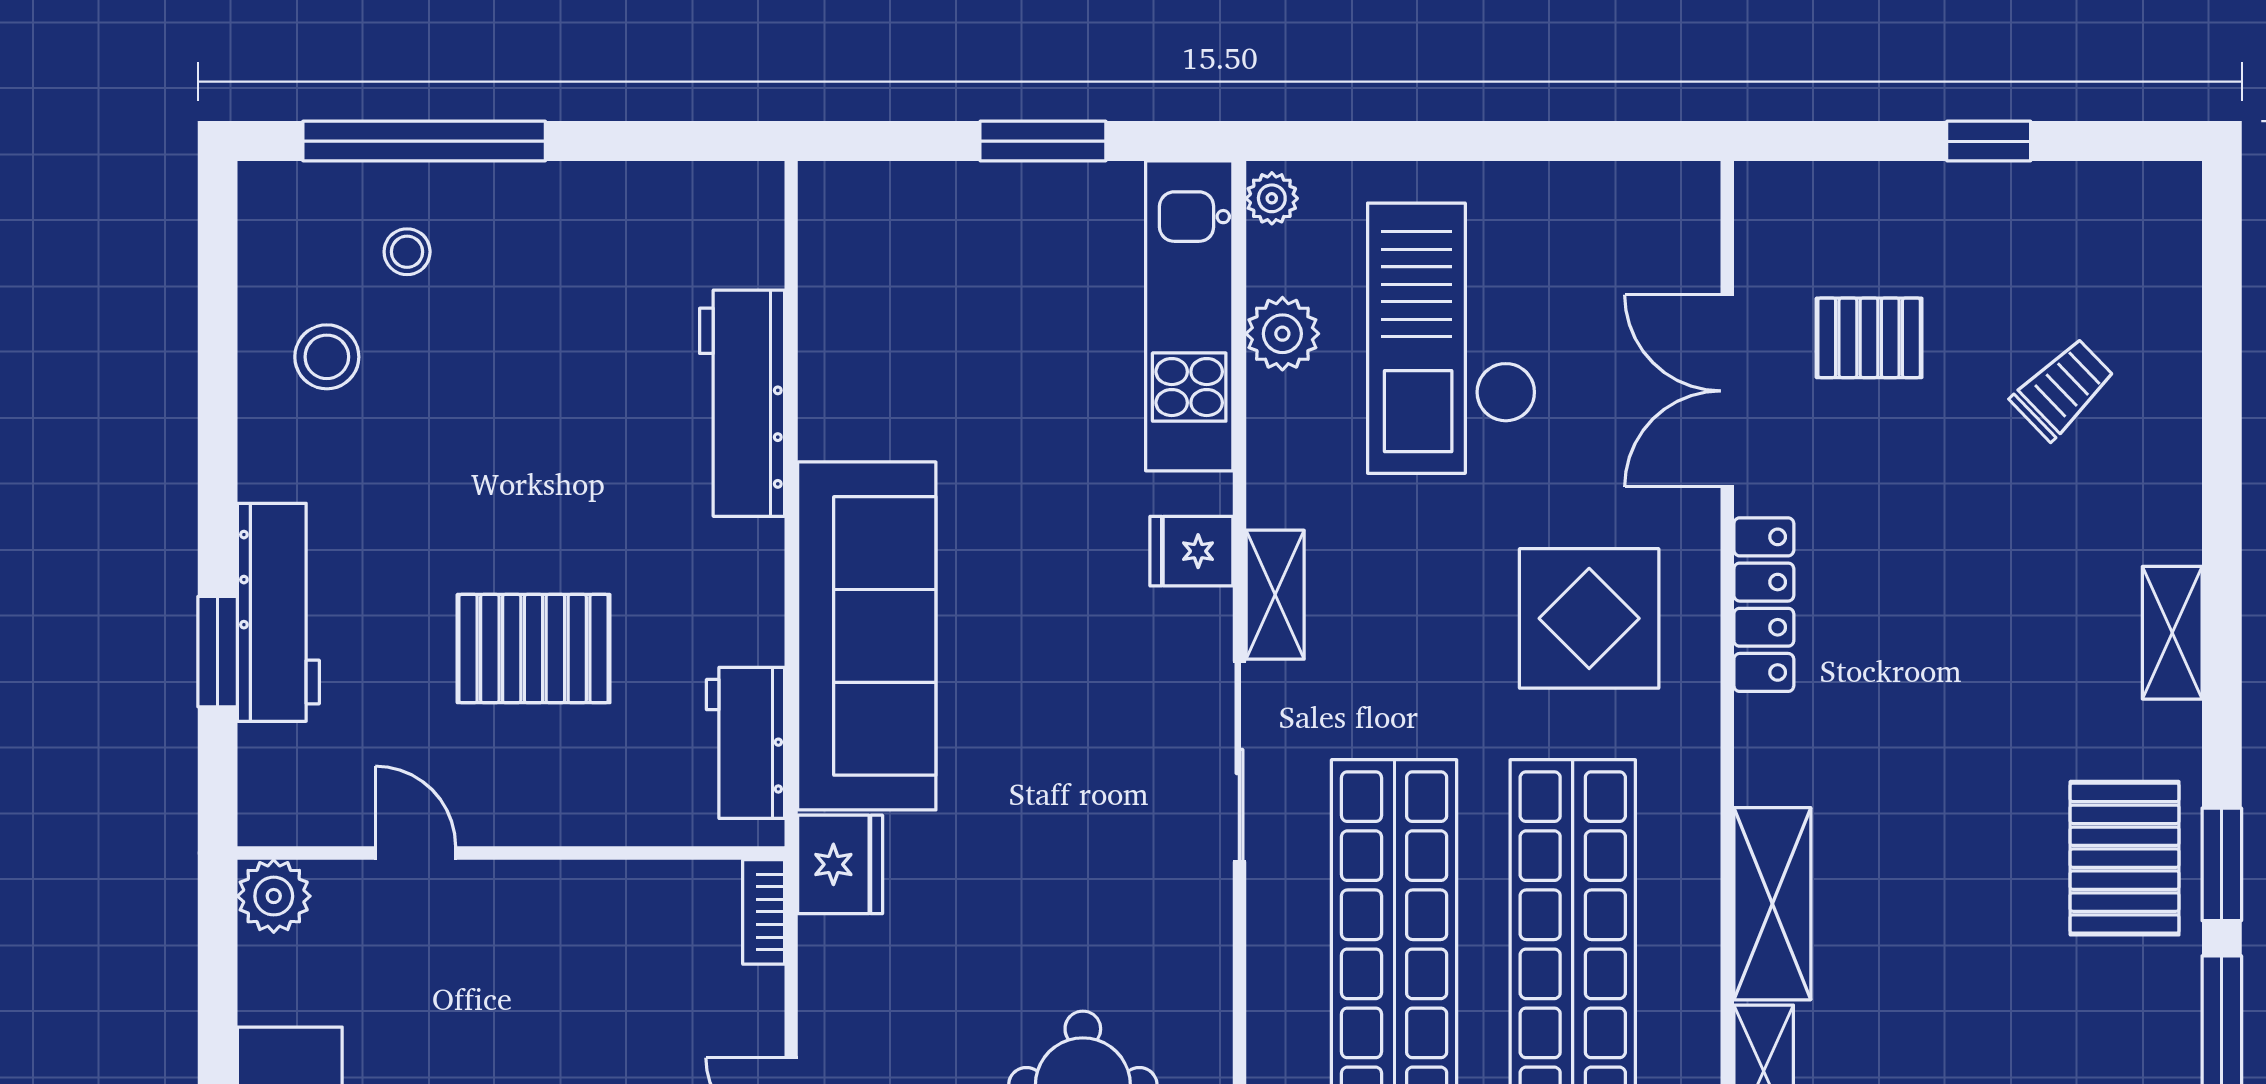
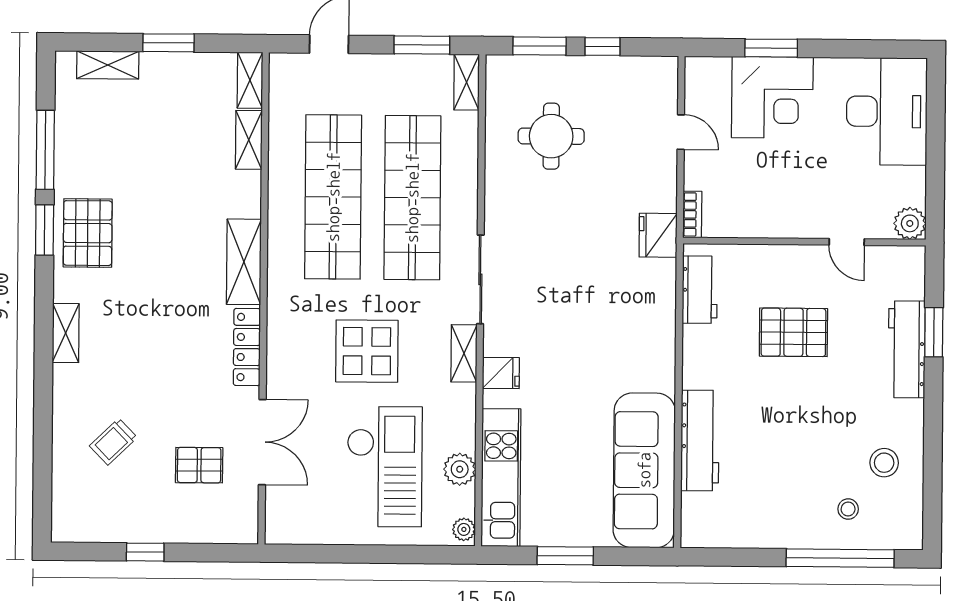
display table: (1589, 618) -> (367, 351), moved
sofa: (867, 636) -> (644, 470), moved
shelving: (1772, 904) -> (244, 262), moved

